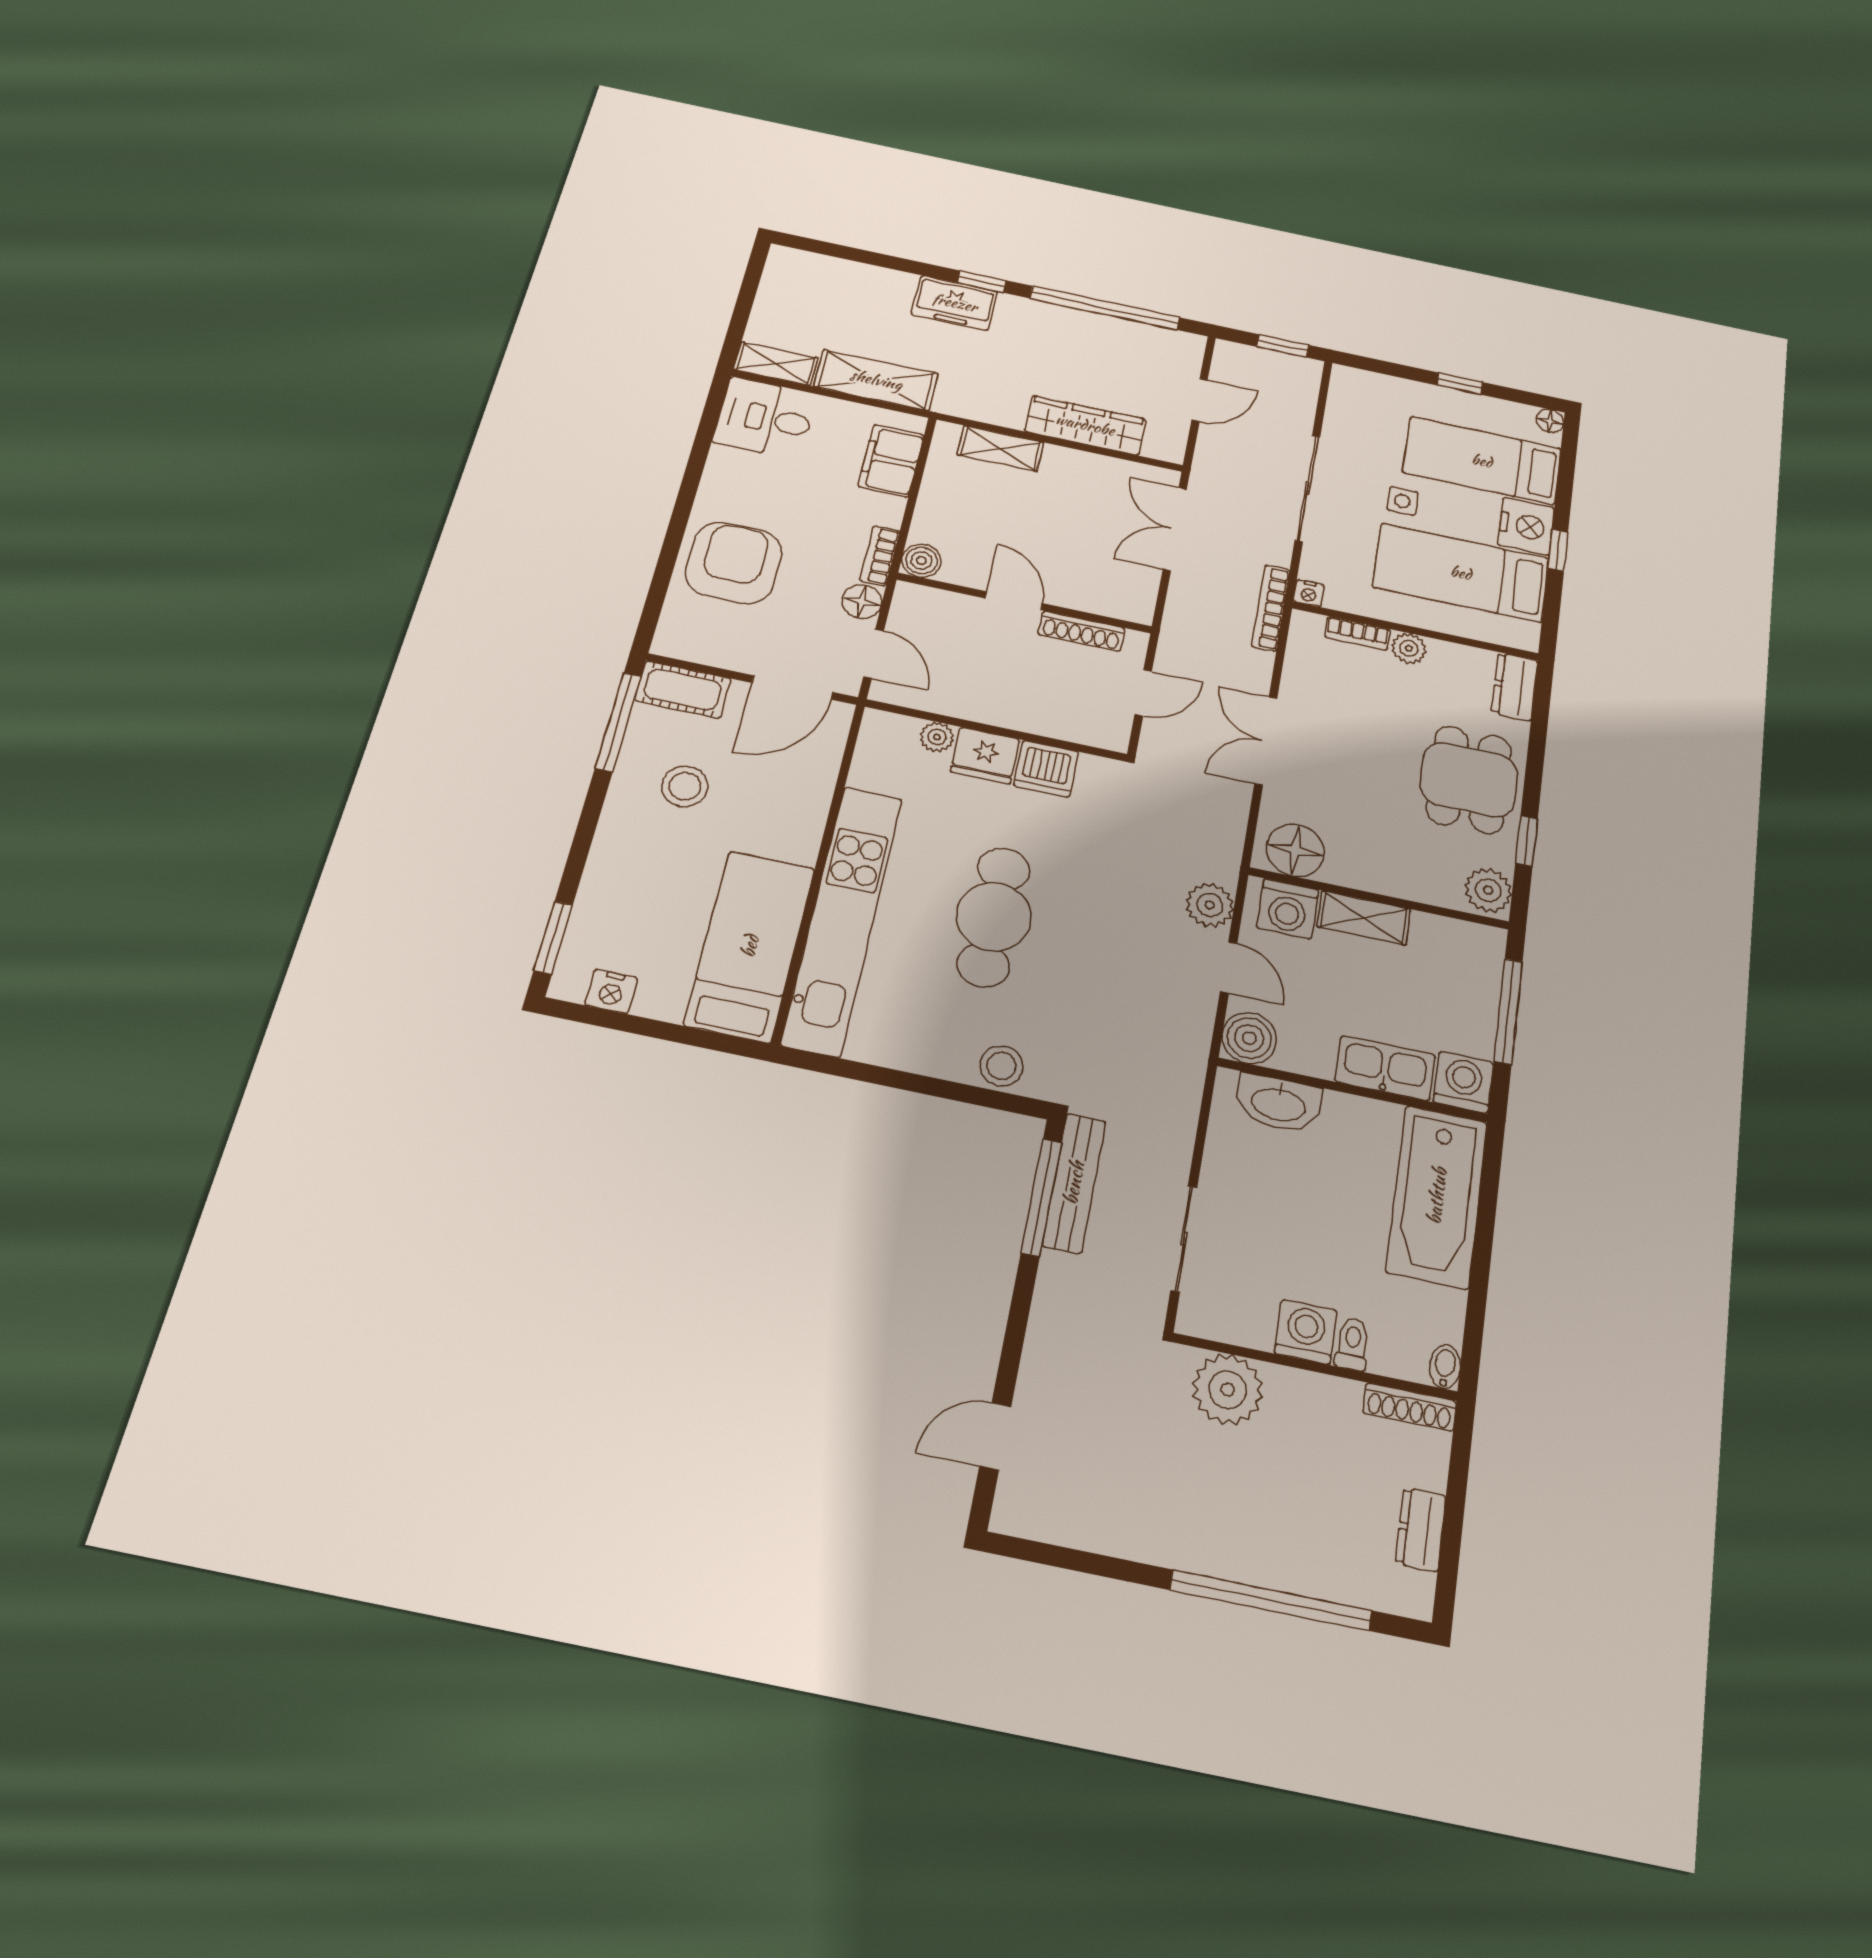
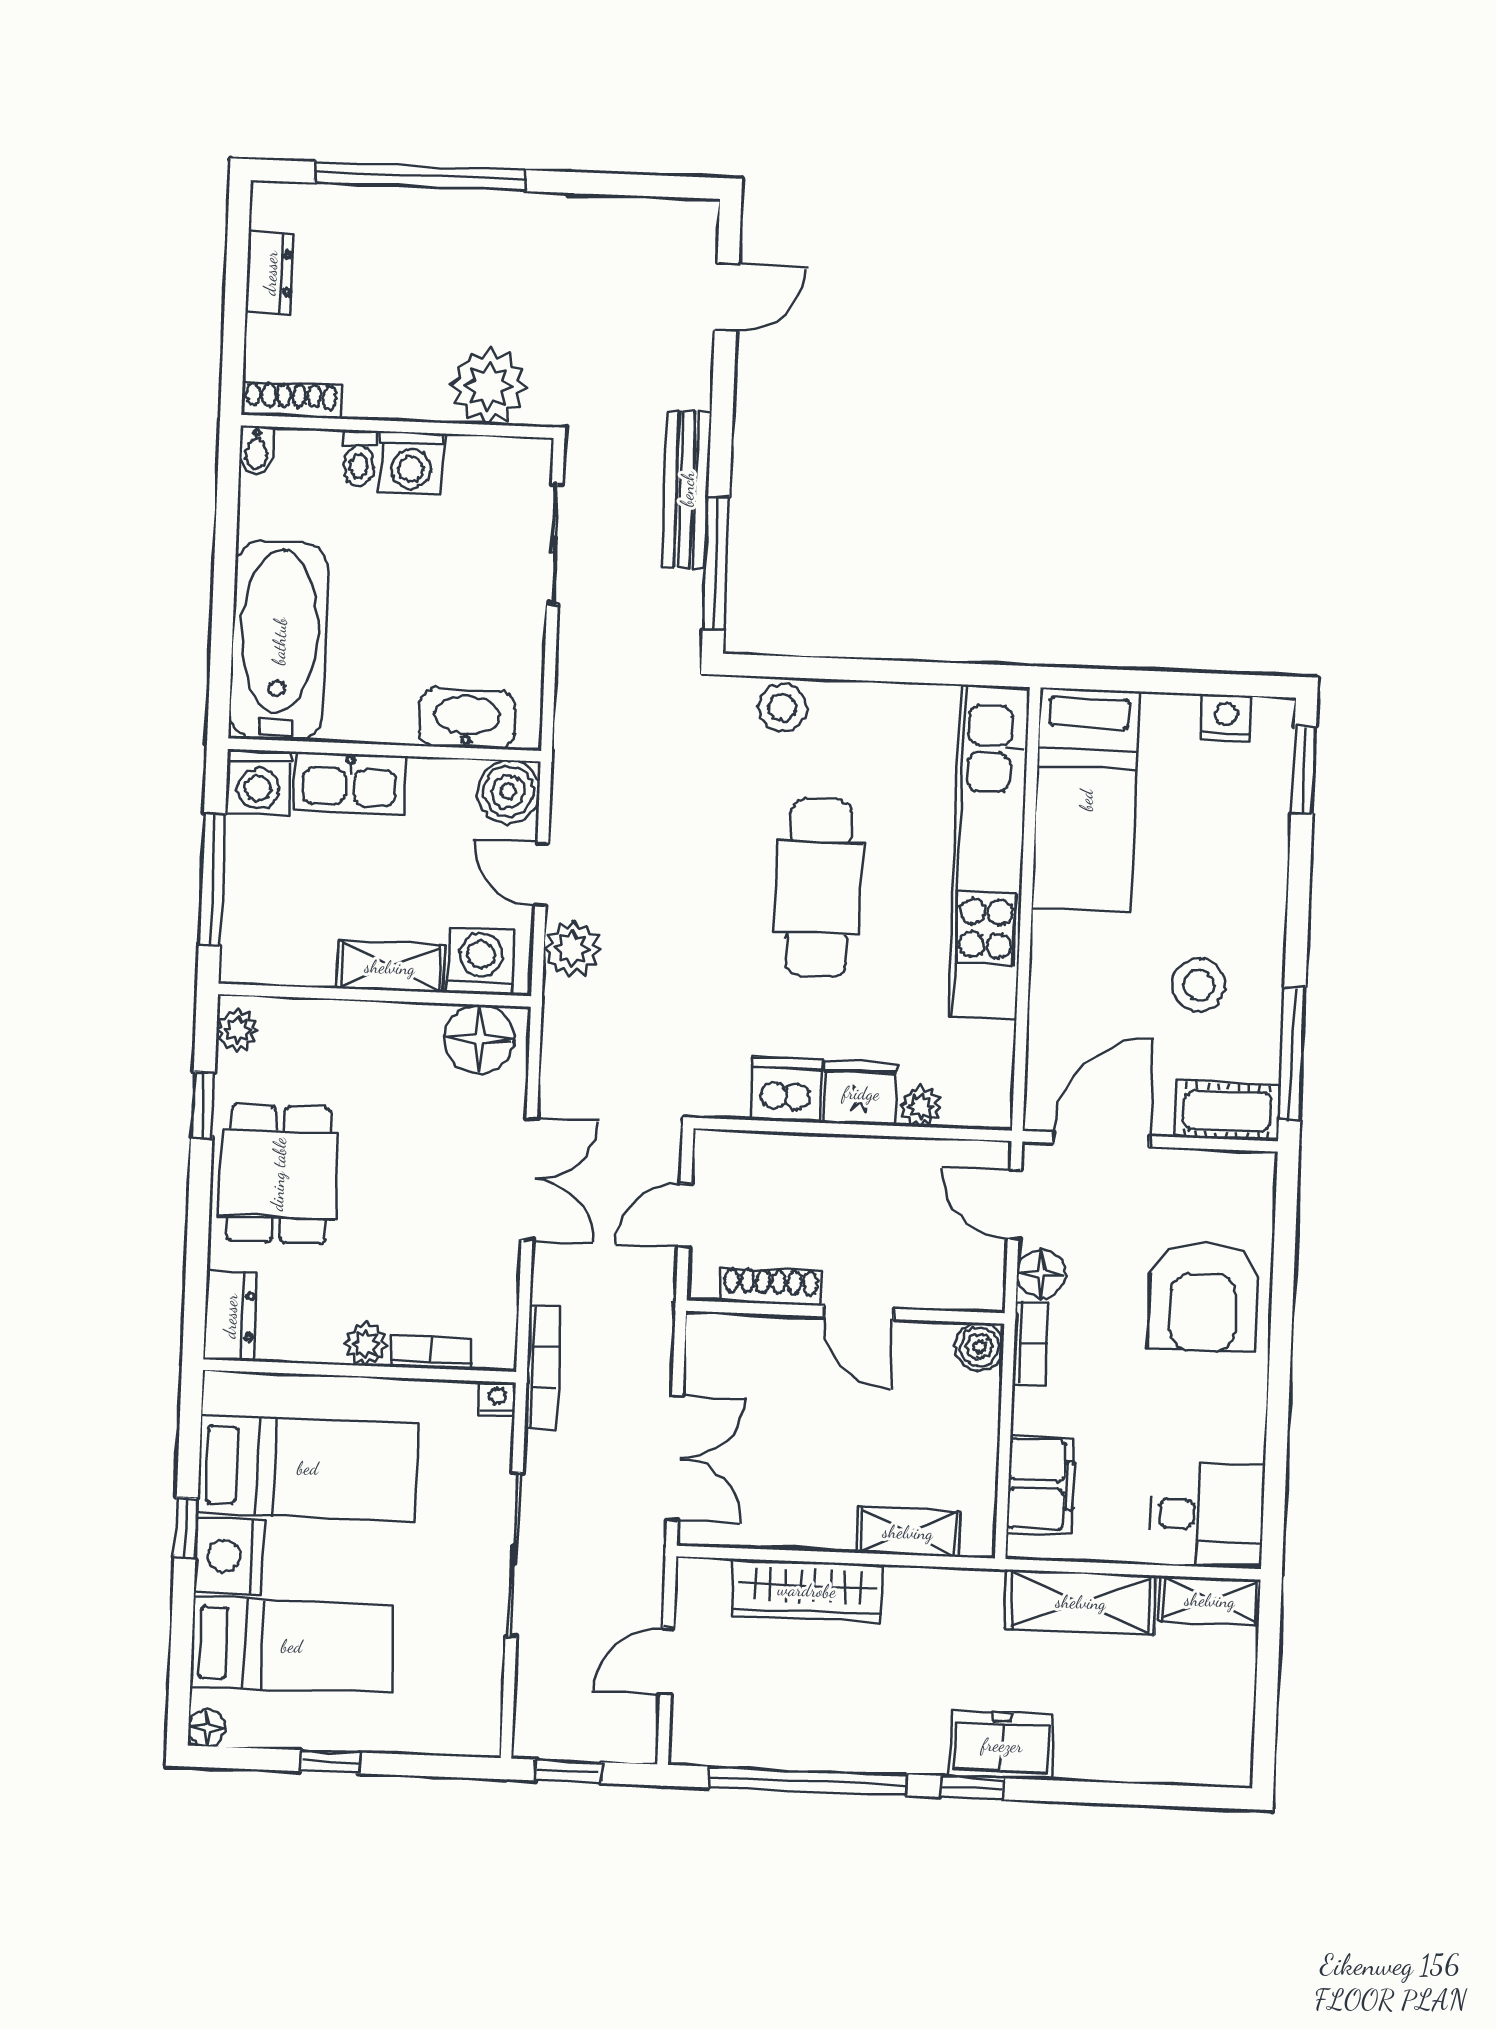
side table: (1402, 501) -> (391, 1561), removed
plant: (1488, 890) -> (237, 1030), width x0.73, depth x0.73
bench: (1074, 1183) -> (687, 489), moved

